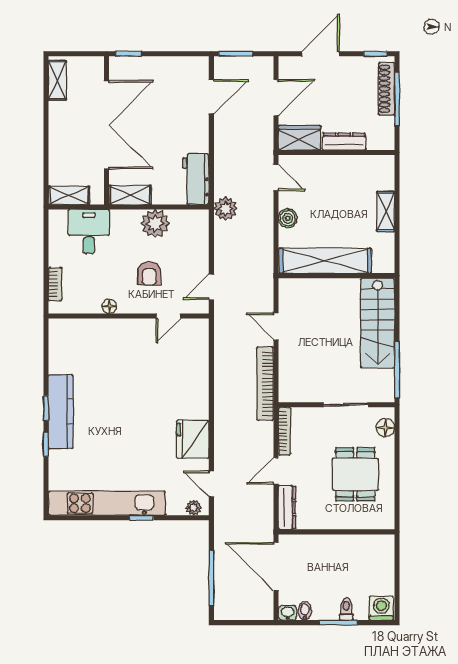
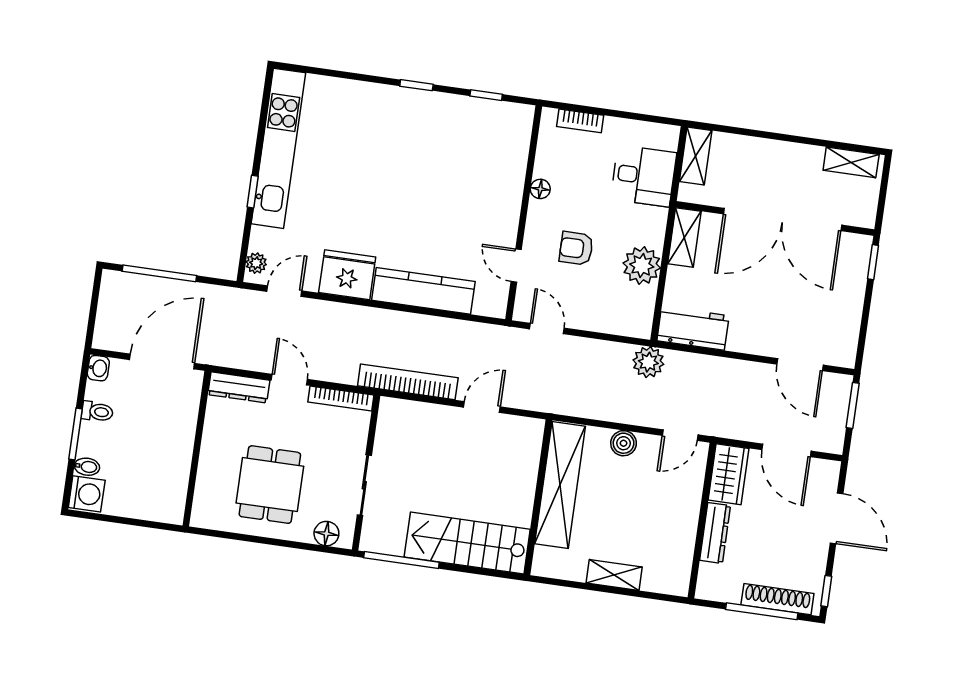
kitchen counter: (61, 412) -> (423, 291), moved, turned 180
window: (46, 444) -> (486, 95), moved
dining table: (355, 474) -> (270, 485), turned 90
toilet: (346, 609) -> (97, 412), moved
bidet: (305, 611) -> (87, 467), moved

